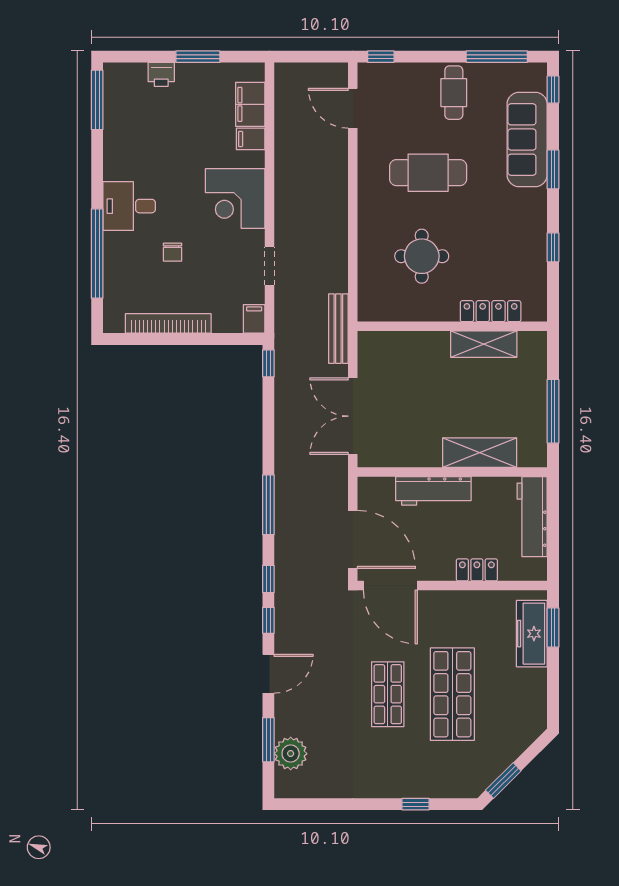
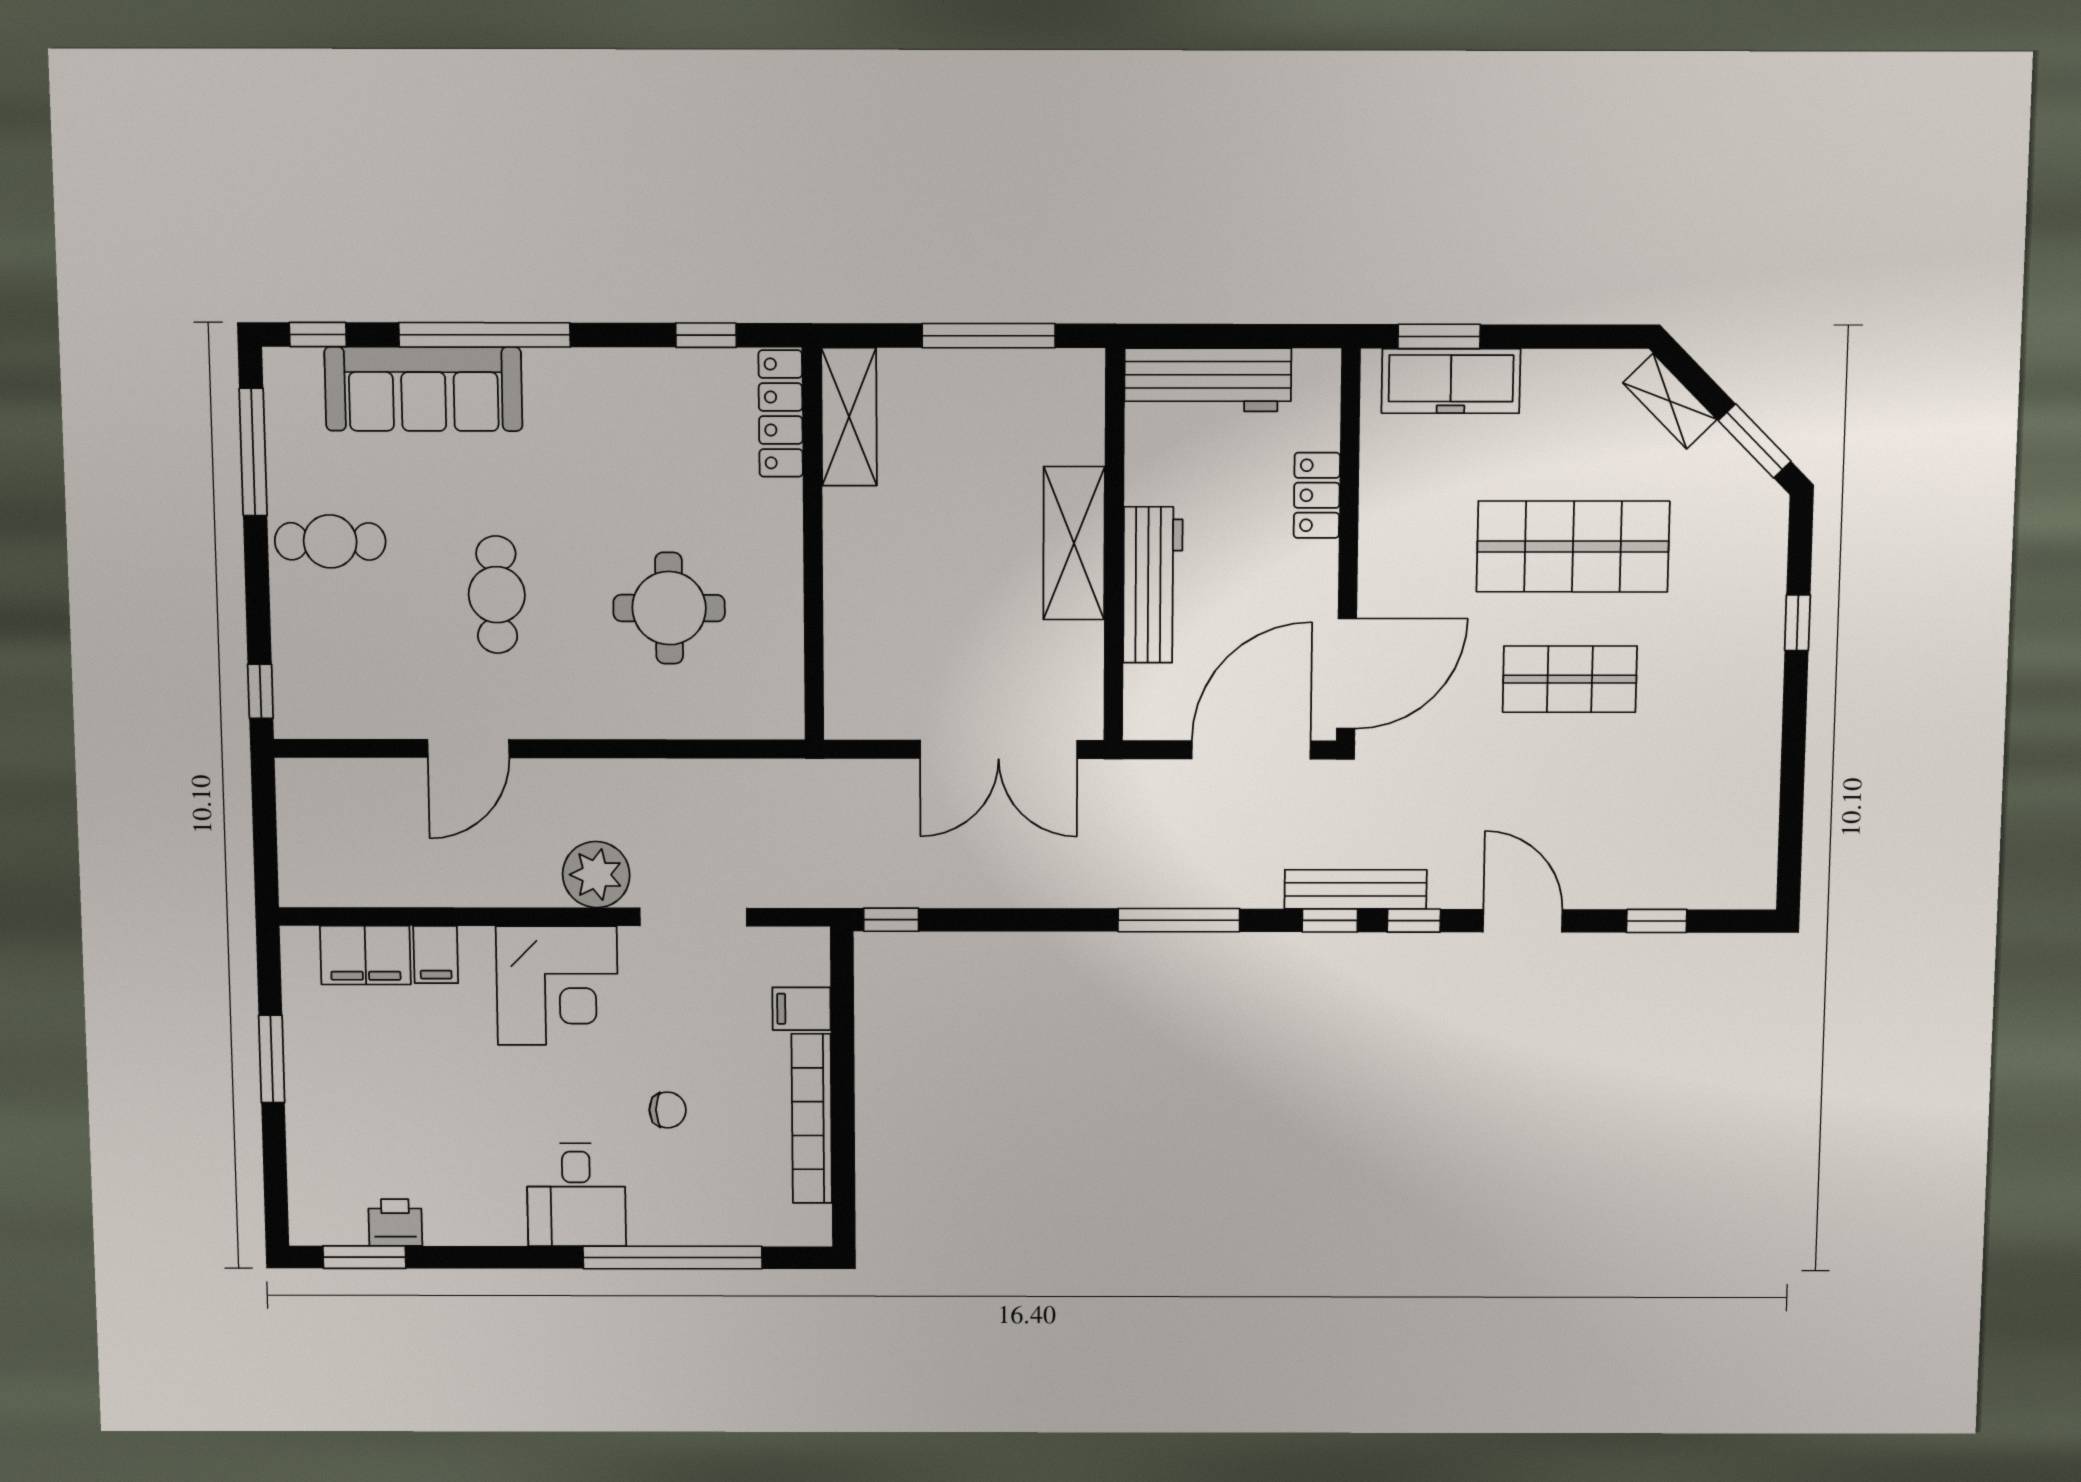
printer: (161, 74) -> (395, 1223), moved, turned -90
window: (97, 100) -> (364, 1257), width x0.69
door: (353, 108) -> (468, 749), moved
window: (553, 169) -> (485, 335), width x2.11
cafe table: (428, 173) -> (497, 595), width x0.73, depth x0.74
window: (553, 247) -> (706, 335), moved
doorway: (270, 266) -> (693, 917), width x1.38
locker: (491, 311) -> (781, 414), moved
filing cabinet: (254, 319) -> (802, 1009), moved
bench: (338, 329) -> (1356, 889), moved
shelving: (484, 344) -> (849, 417), moved
shelving: (480, 453) -> (1074, 543), moved
shelving: (522, 739) -> (1670, 401), added
window: (268, 740) -> (1657, 921), width x0.67
plant: (291, 754) -> (596, 875), moved

